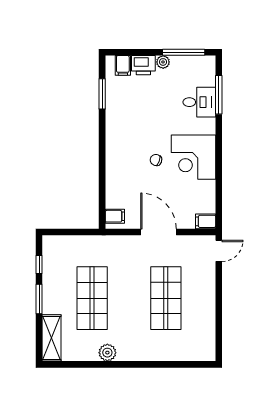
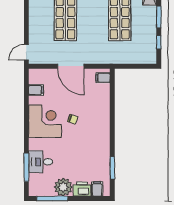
plant: (163, 62) -> (63, 187), width x1.87, depth x1.87
filing cabinet: (206, 221) -> (36, 90), moved

